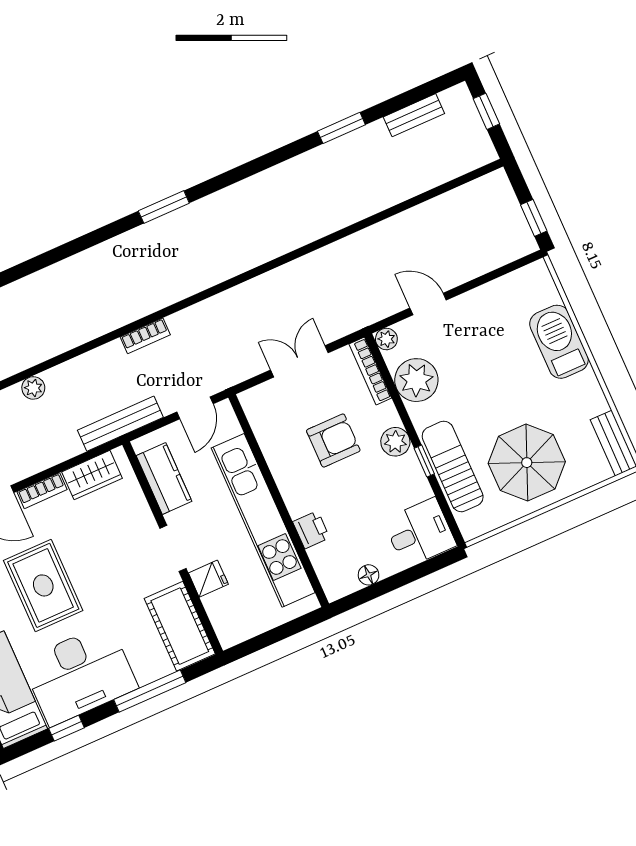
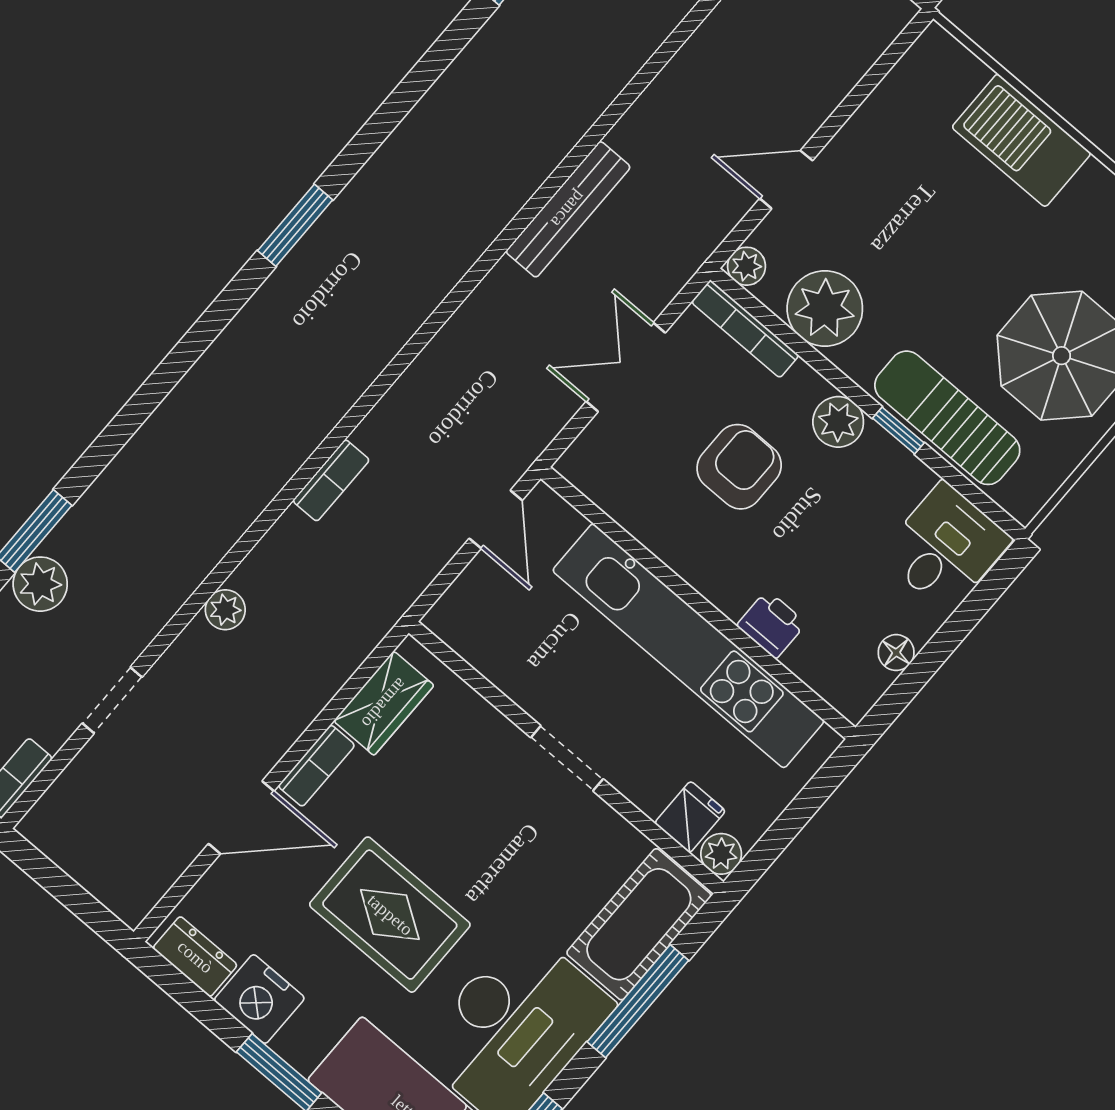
bookcase: (145, 336) -> (331, 480), moved
bench: (120, 424) -> (568, 209), moved
kitchen counter: (164, 478) -> (500, 654), removed
fridge: (208, 579) -> (690, 817), moved
cot: (180, 626) -> (639, 924), moved, turned 90
plant: (229, 636) -> (721, 854), added

